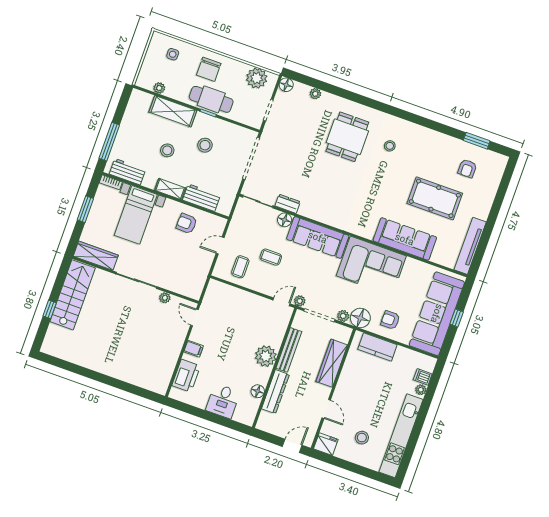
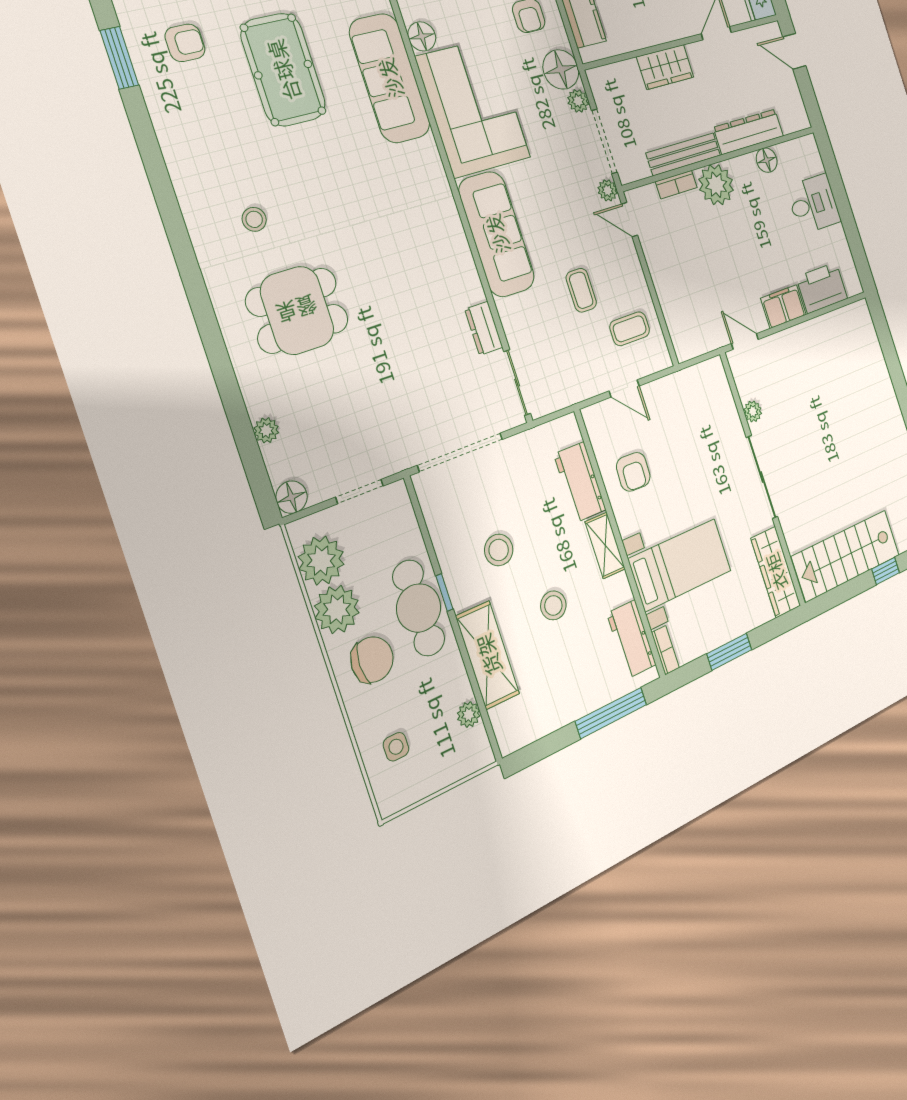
plant: (236, 71) -> (337, 609), added
floor lamp: (285, 220) -> (422, 36), moved
door: (195, 317) -> (745, 341), swing flipped
bookcase: (279, 336) -> (676, 185), added
filing cabinet: (194, 349) -> (783, 306), width x2.00
wardrobe: (332, 363) -> (665, 67), width x0.67

